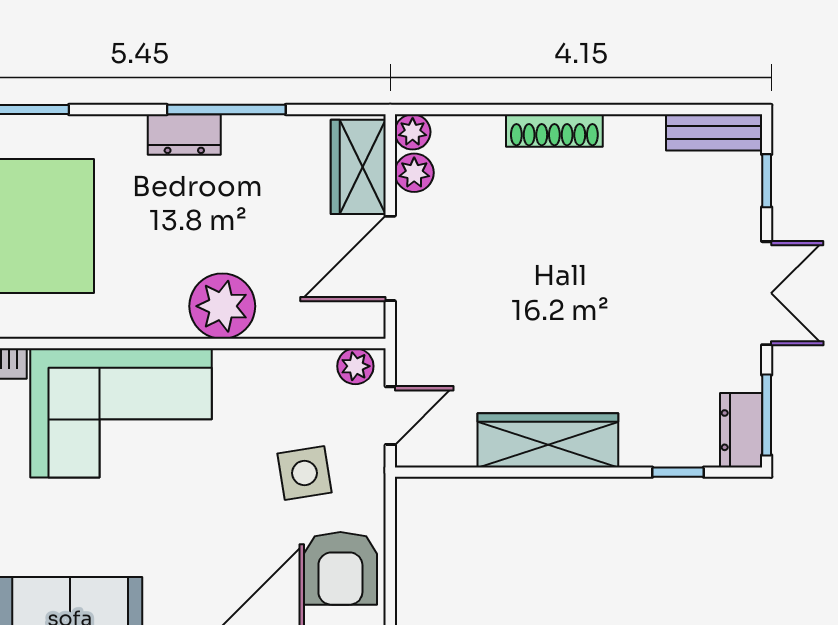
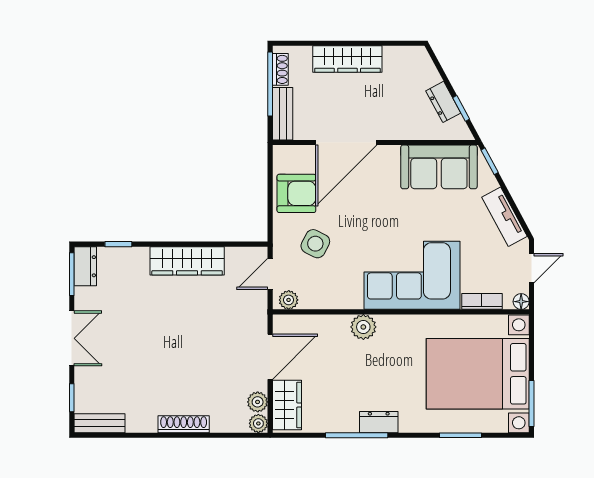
double door: (767, 293) -> (72, 338), swing flipped
plant: (222, 306) -> (363, 327), width x0.73, depth x0.73
side table: (304, 473) -> (315, 244), turned 36
armchair: (340, 568) -> (296, 193), turned 90

